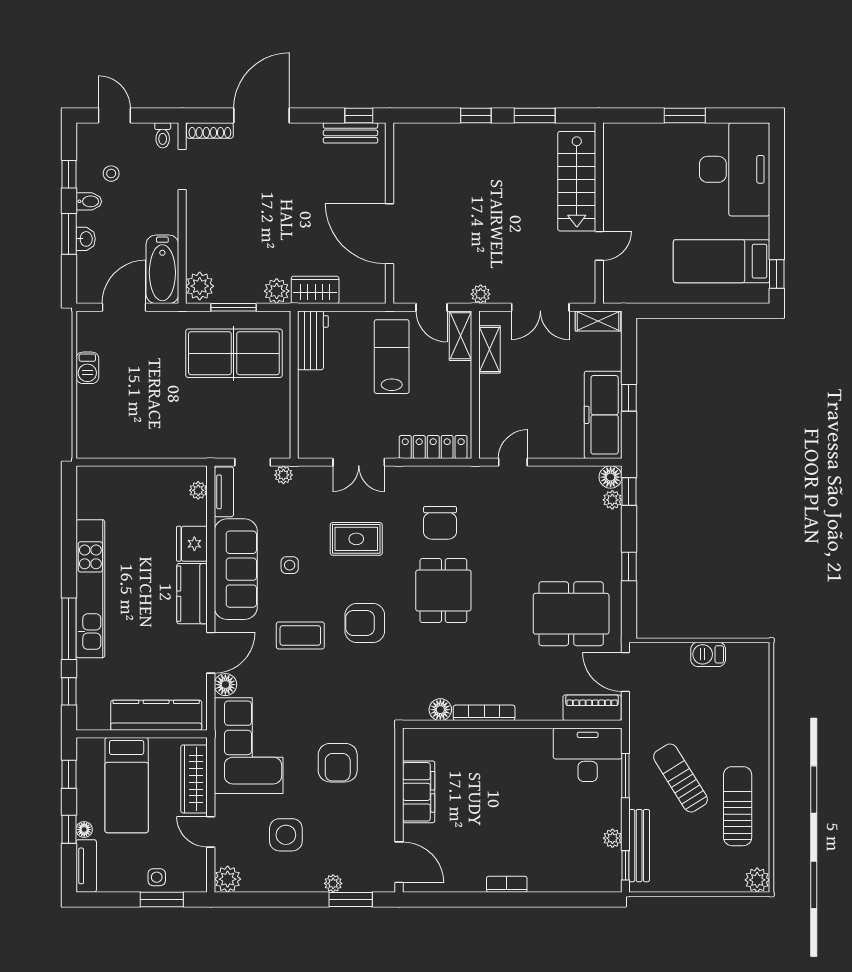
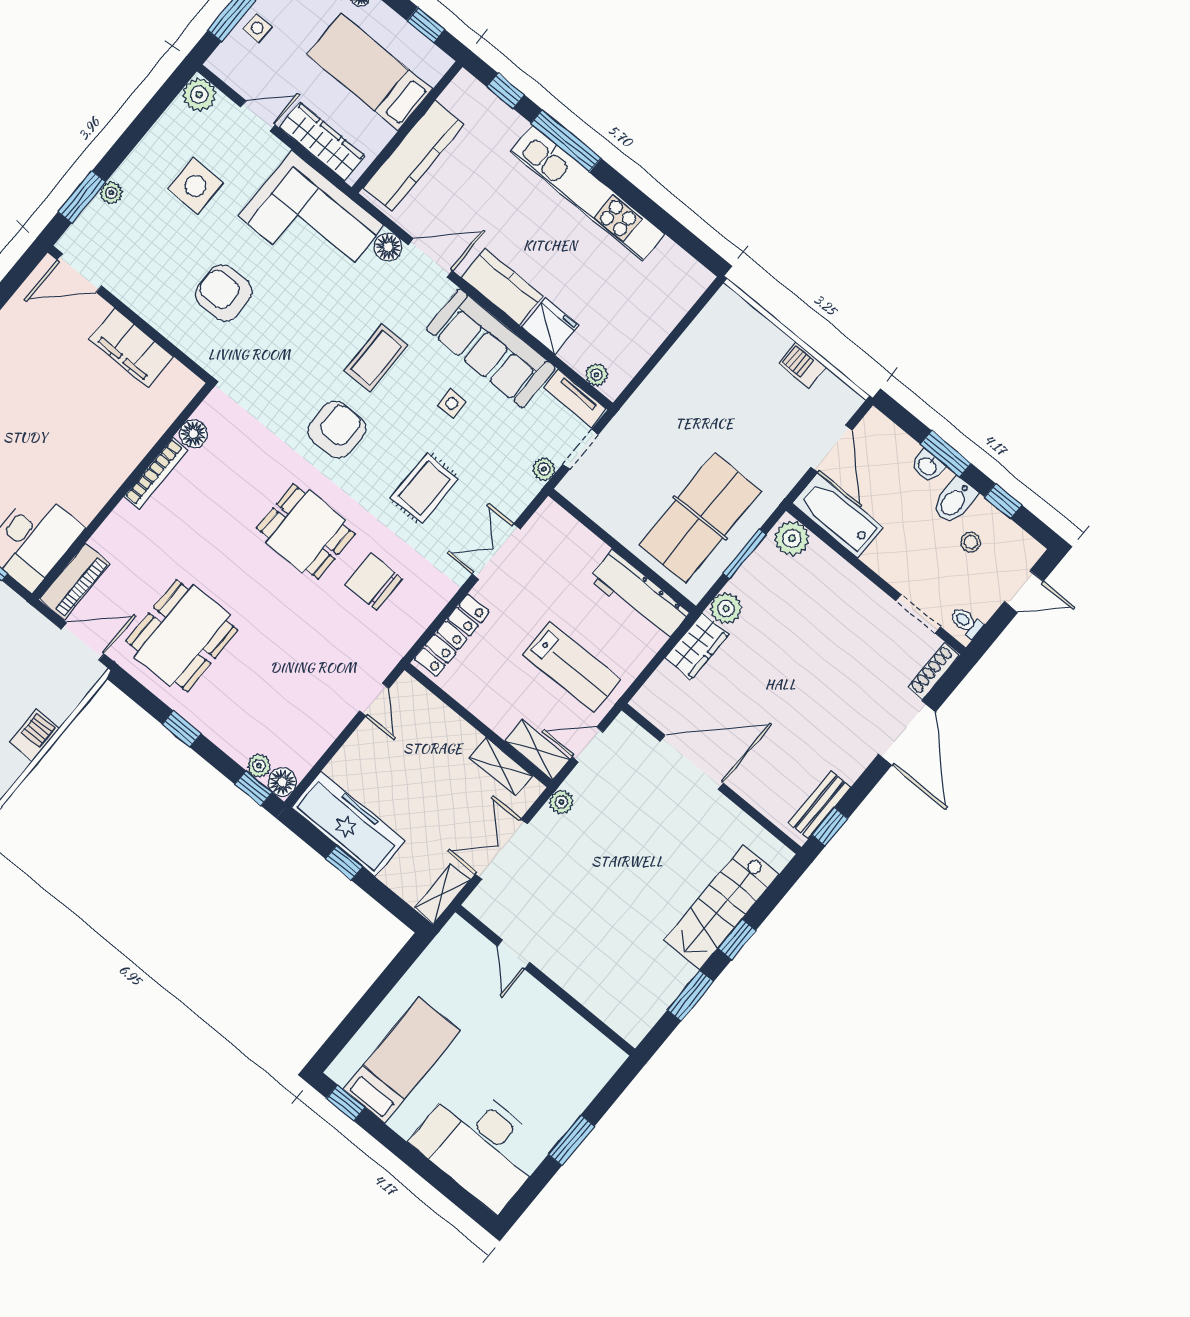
stairs: (577, 181) -> (721, 907), moved, turned -90
bidet: (89, 201) -> (954, 500), width x1.38, depth x1.36
workbench: (313, 340) -> (639, 595), width x1.38
door: (211, 653) -> (430, 258), swing flipped

